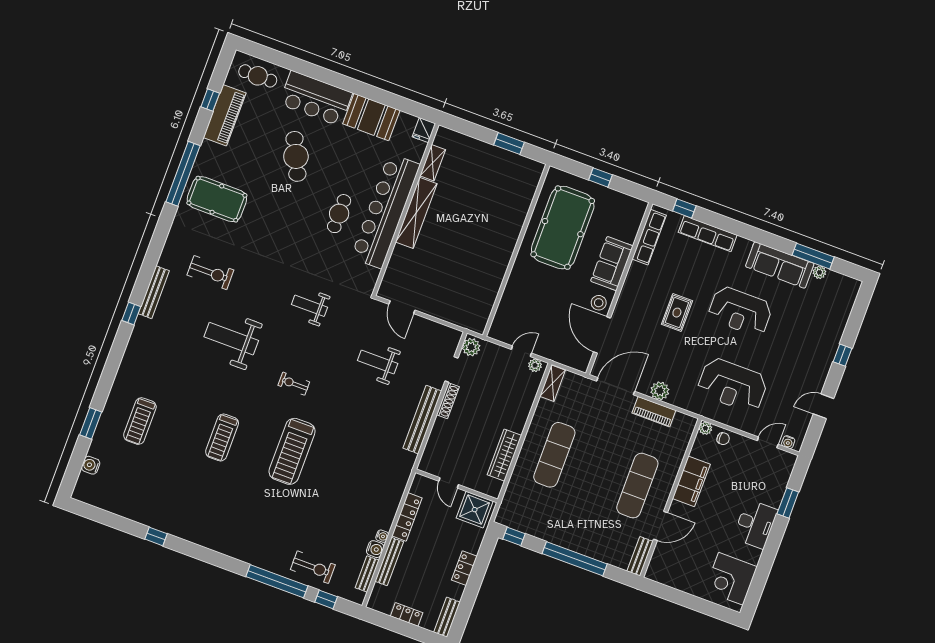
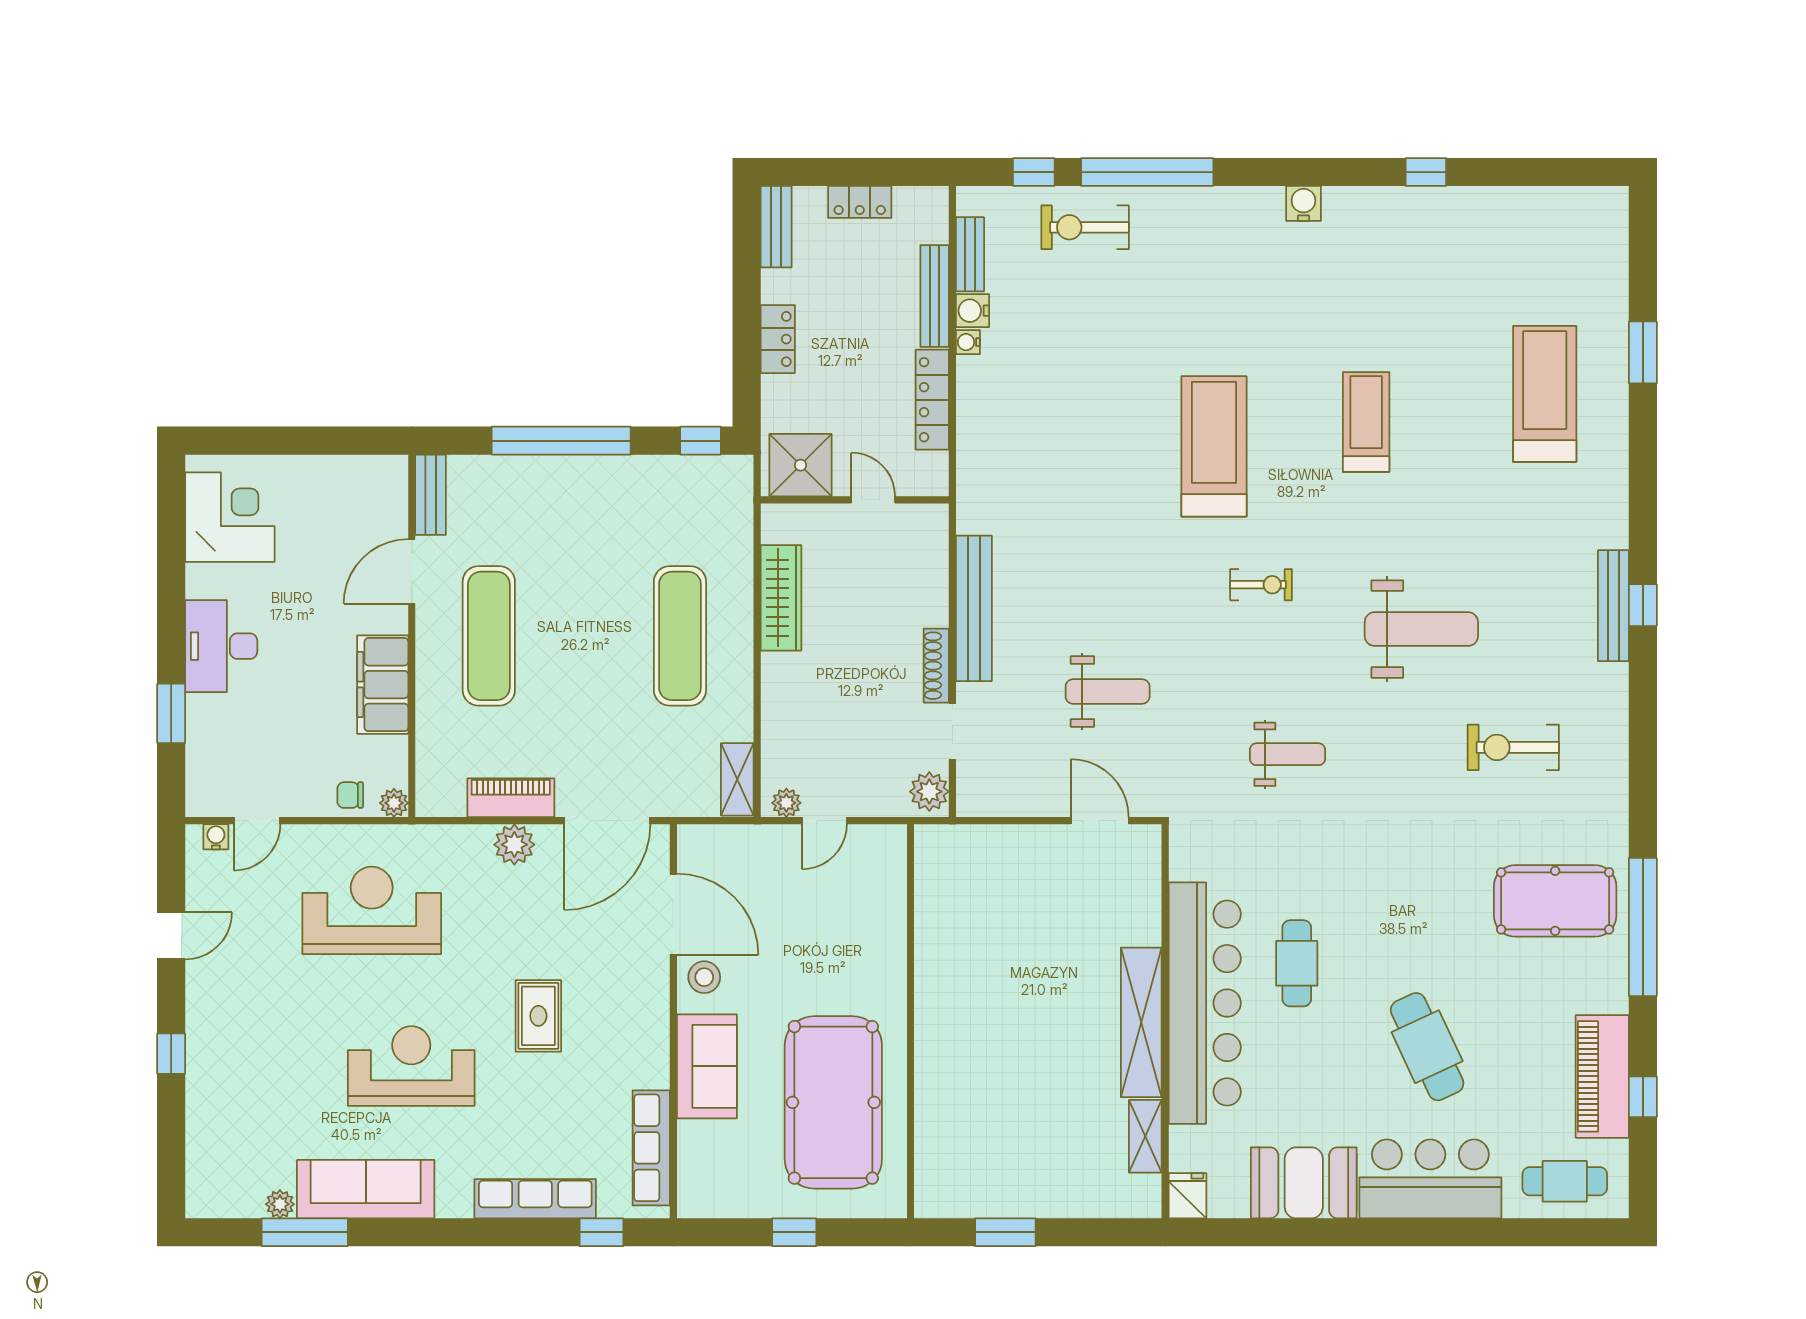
bench: (154, 292) -> (1613, 606), moved
treadmill: (140, 421) -> (1545, 394), width x1.37, depth x1.38
water cooler: (91, 465) -> (1304, 203), moved, turned -90

